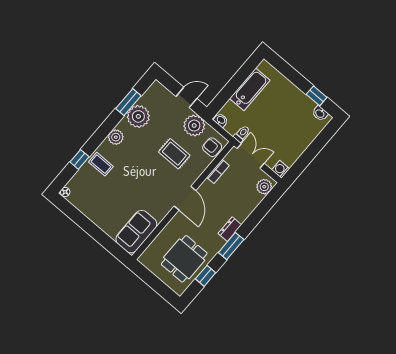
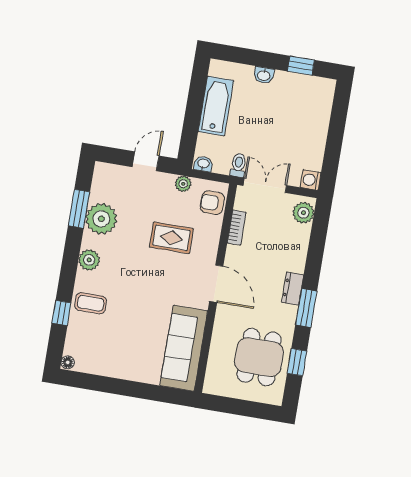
washbasin: (320, 113) -> (264, 75), moved
plant: (194, 126) -> (183, 184), width x0.53, depth x0.53
sofa: (136, 232) -> (184, 348), width x1.36

